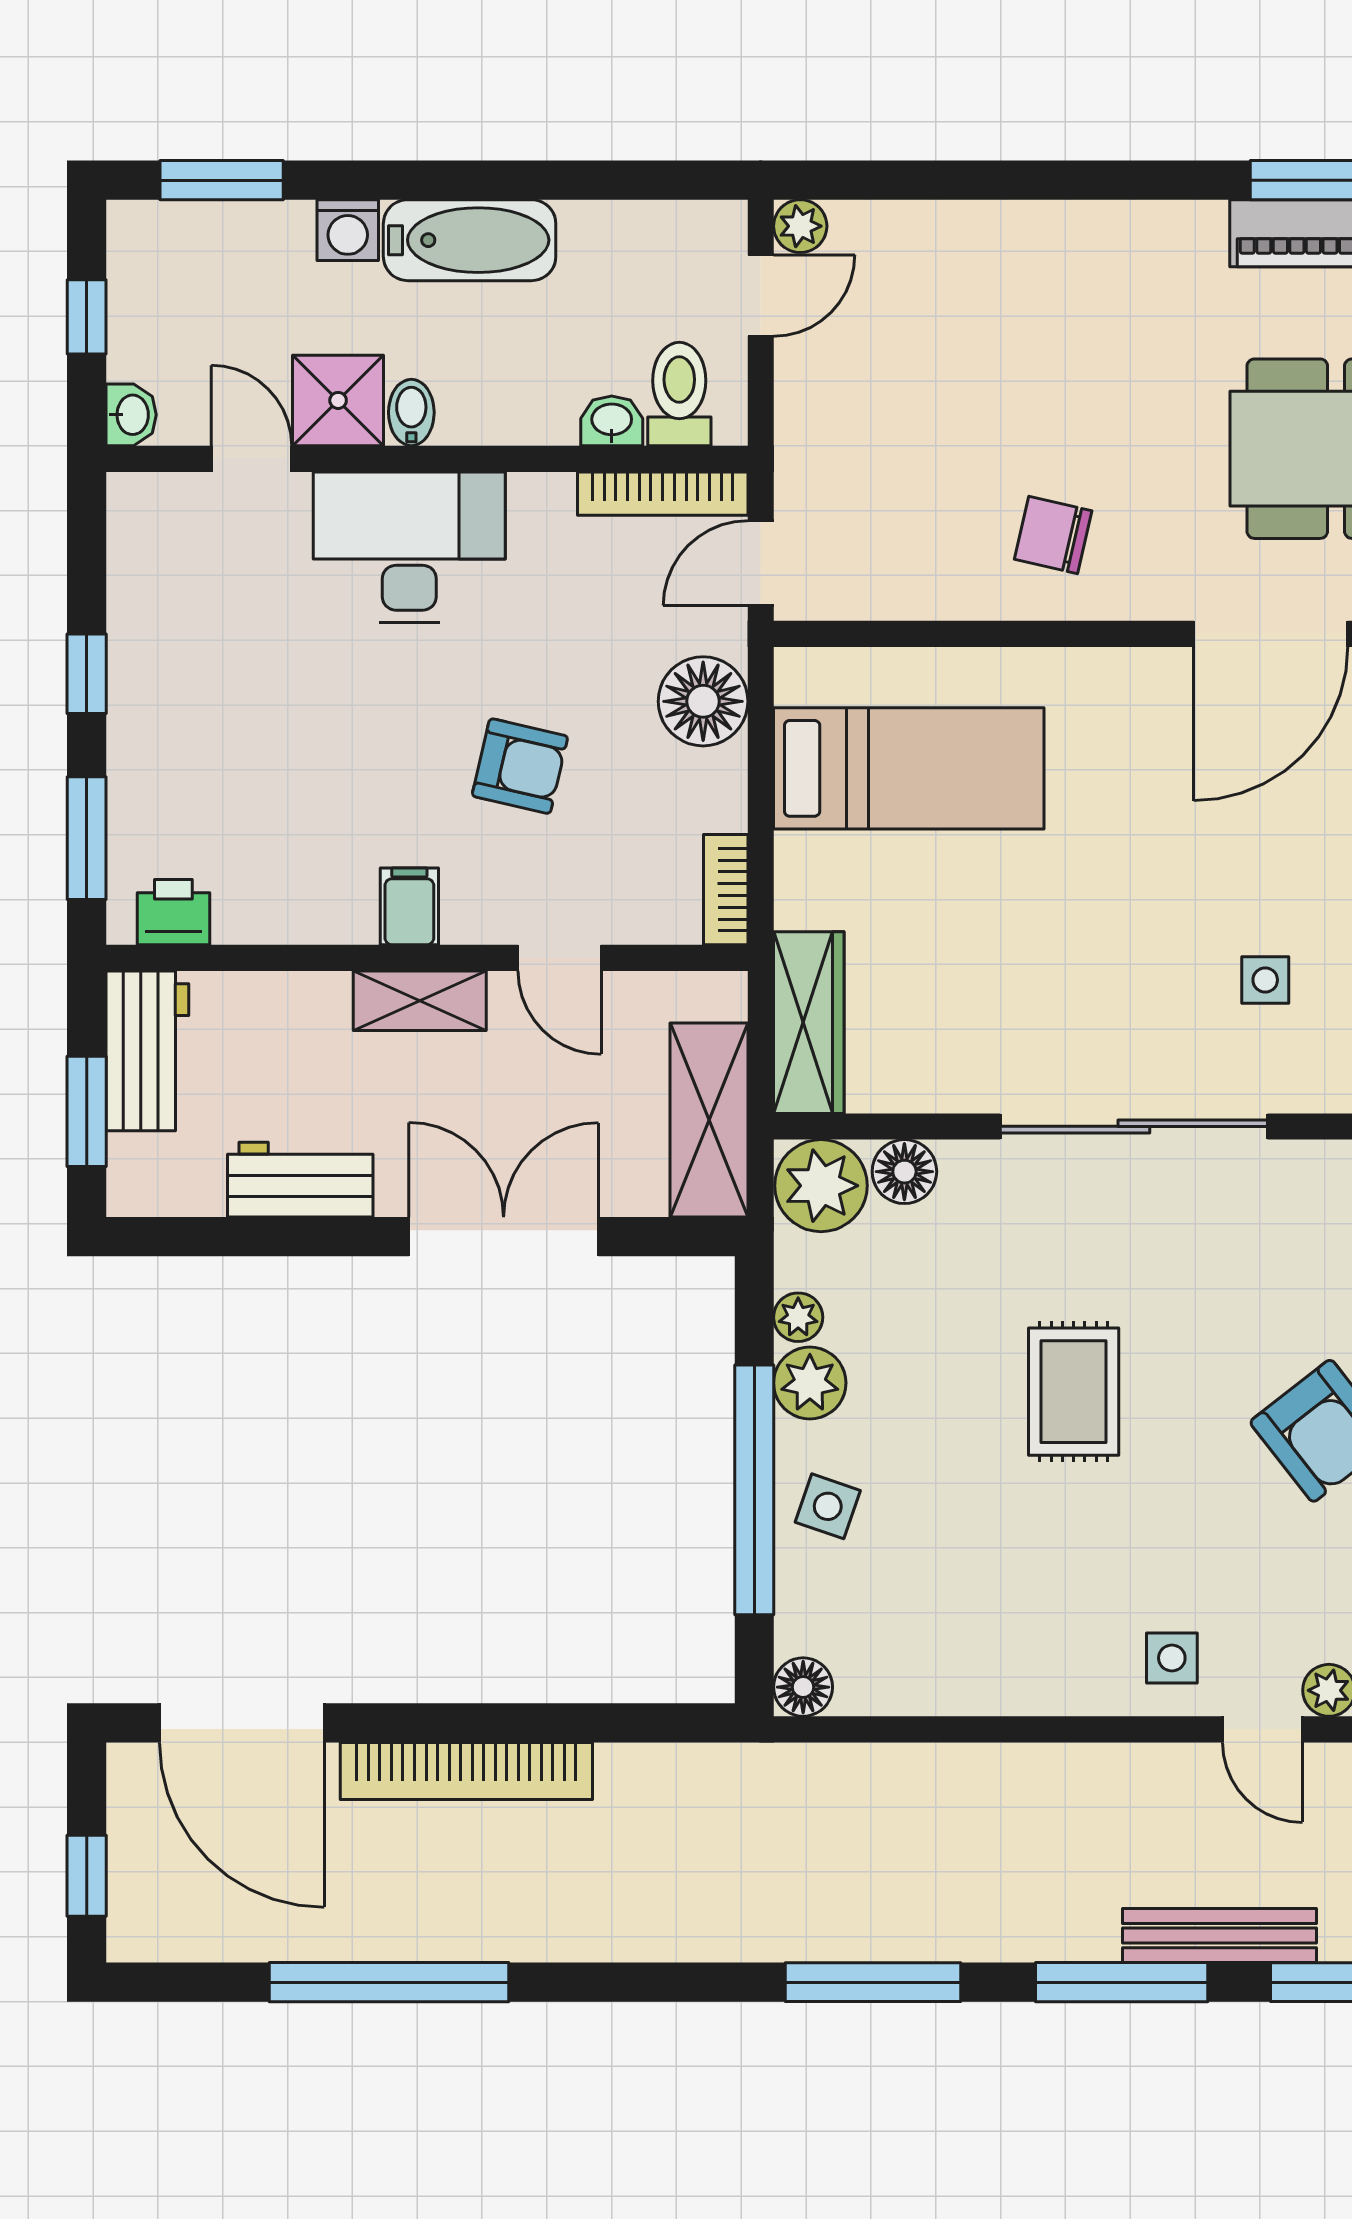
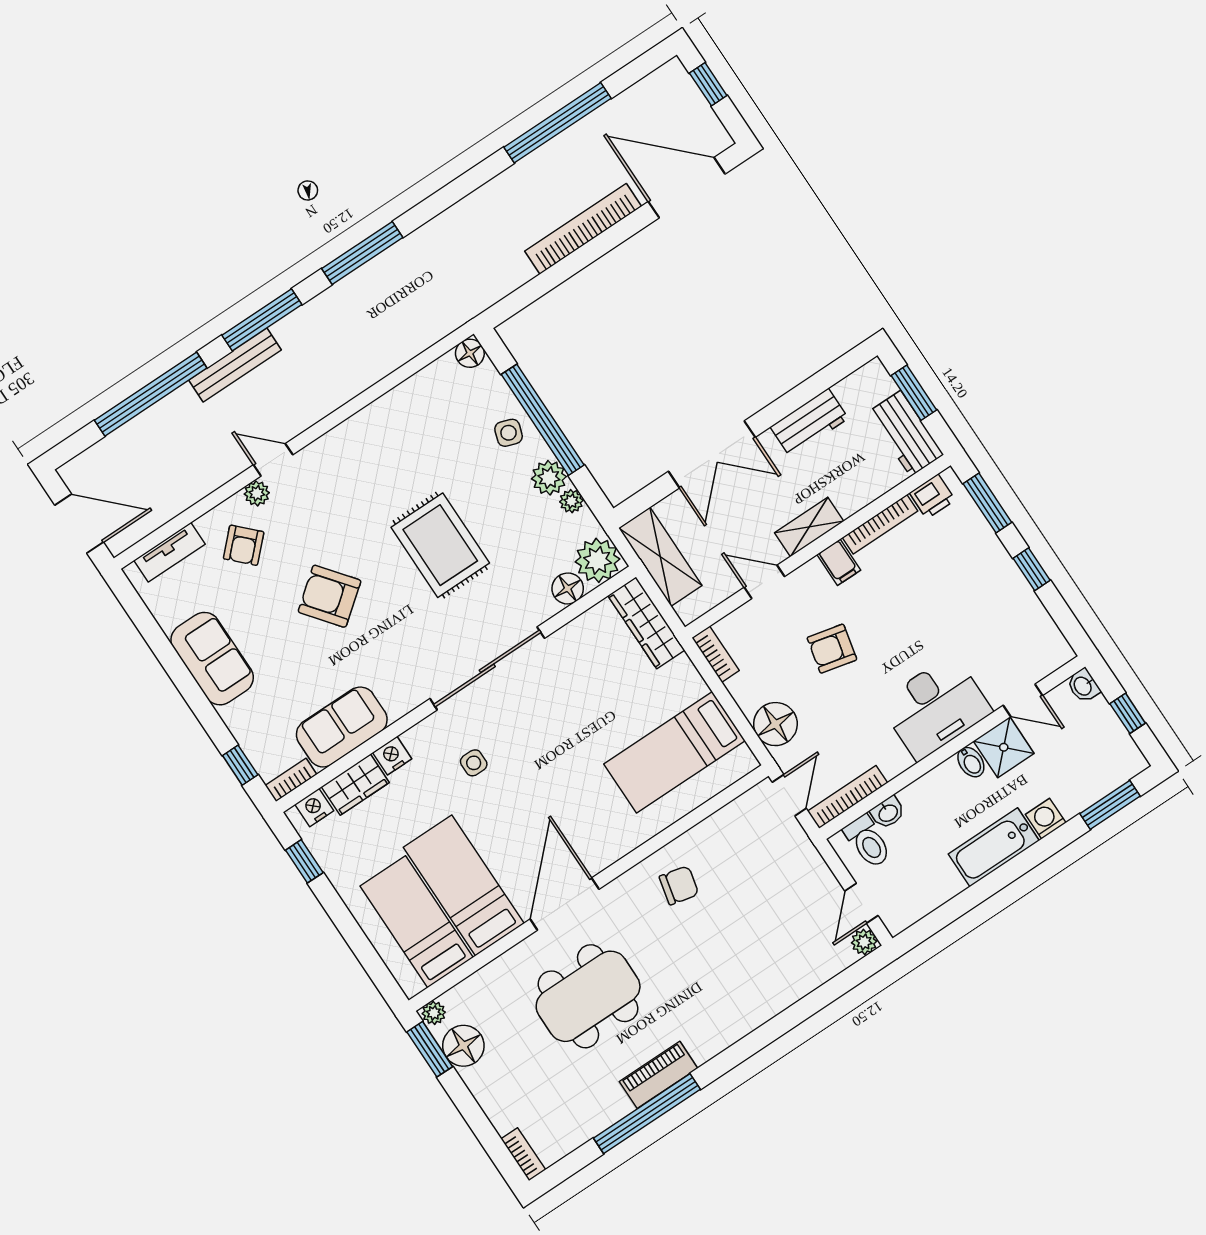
bookcase: (295, 924) -> (880, 524), added
rug: (1074, 1392) -> (440, 545), width x1.36, depth x1.43
side table: (1172, 1658) -> (329, 464), removed

